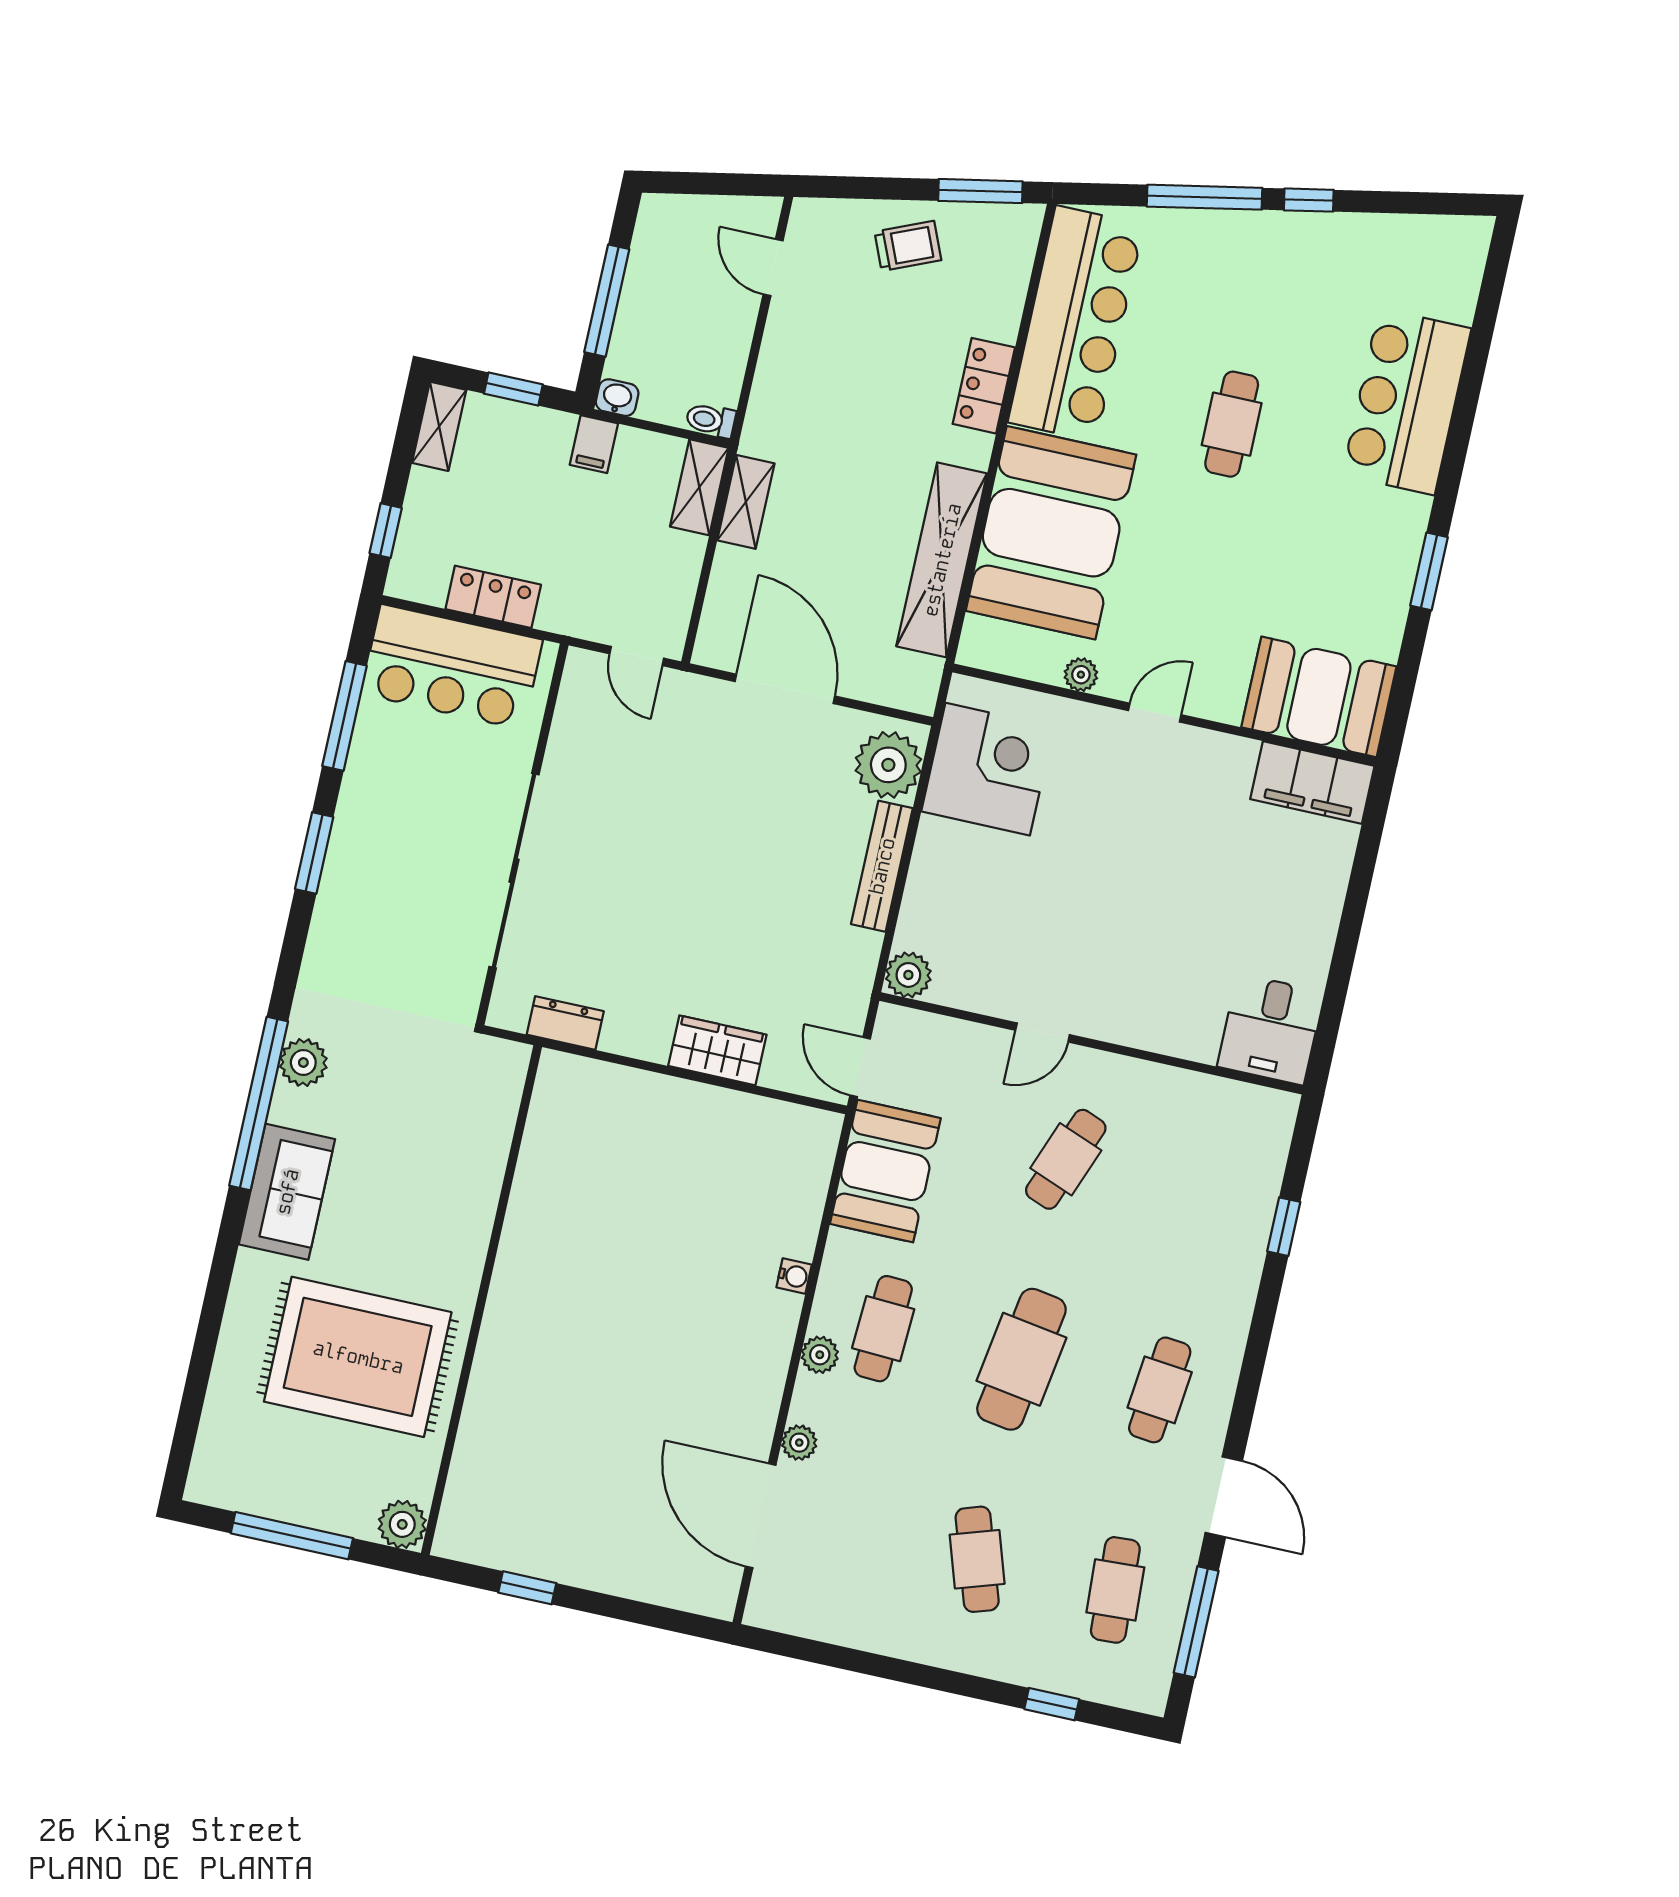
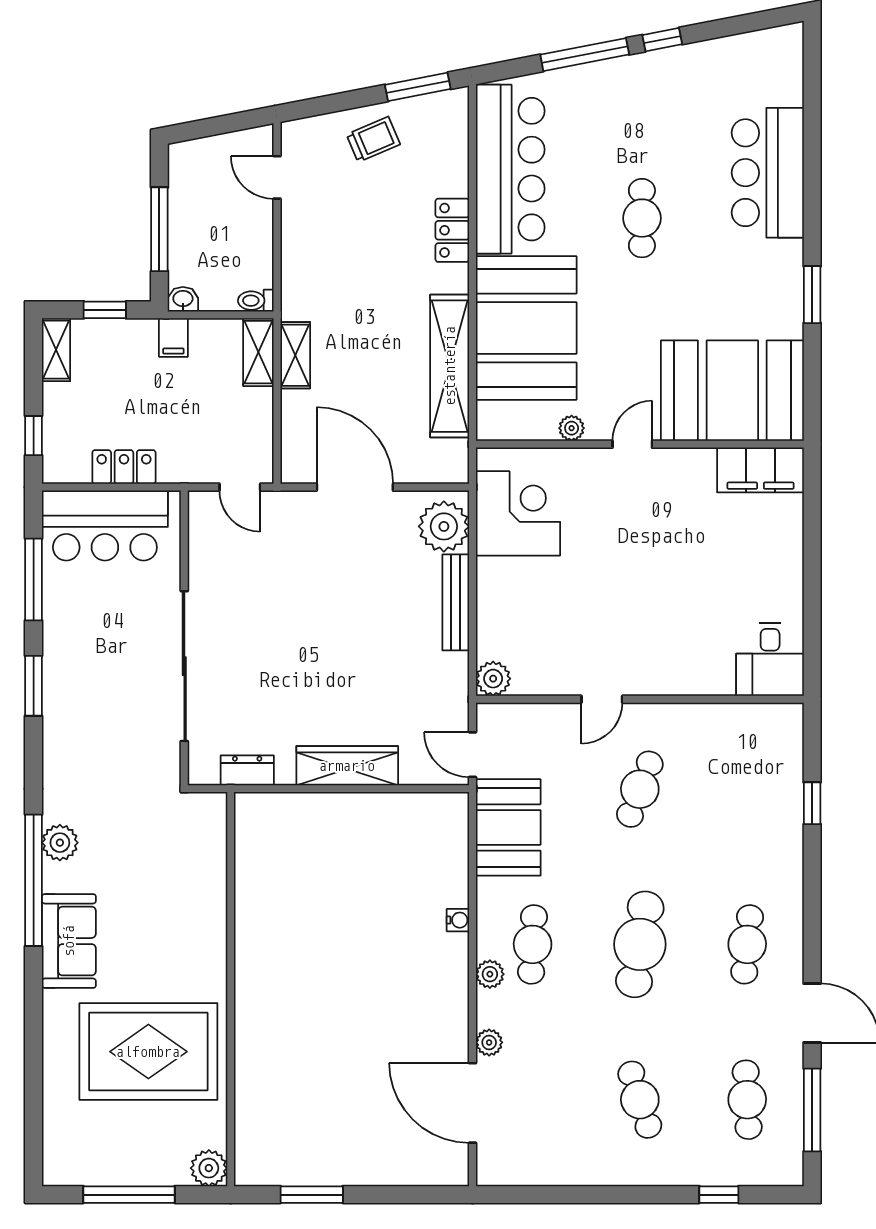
booth: (1319, 697) -> (732, 391), width x1.36, depth x1.42
wardrobe: (717, 1050) -> (347, 766), width x1.50
window: (527, 1588) -> (312, 1195), width x1.50

